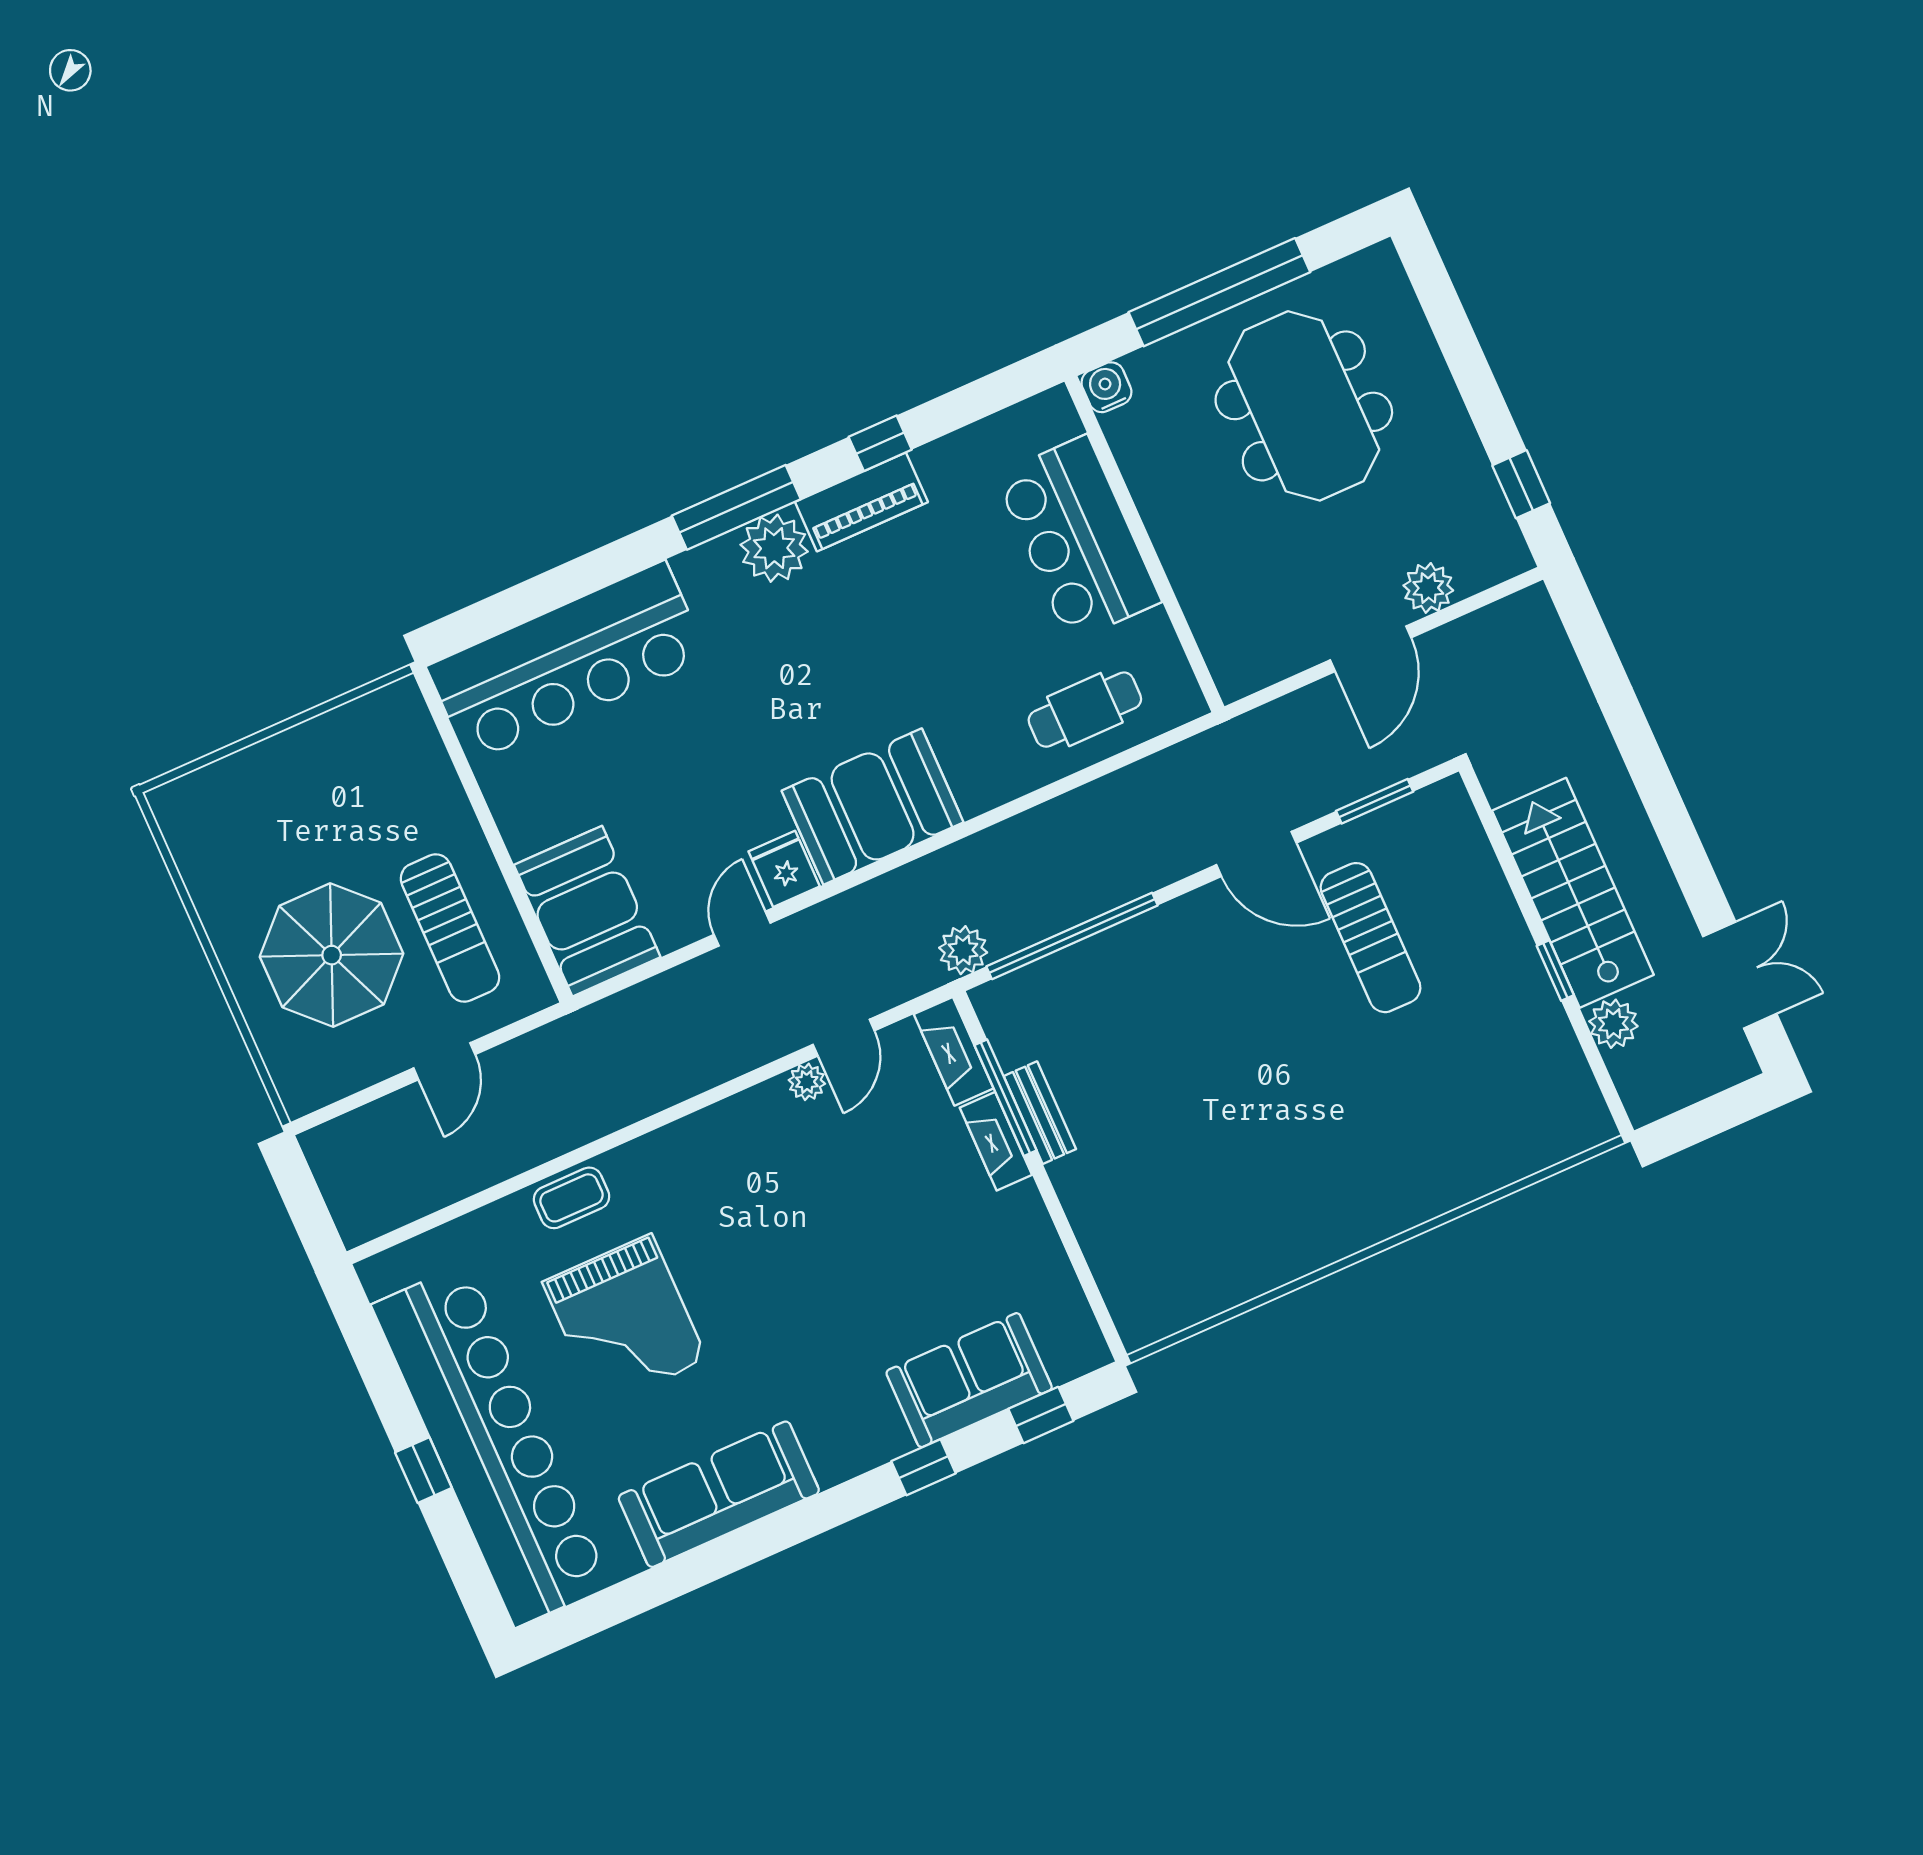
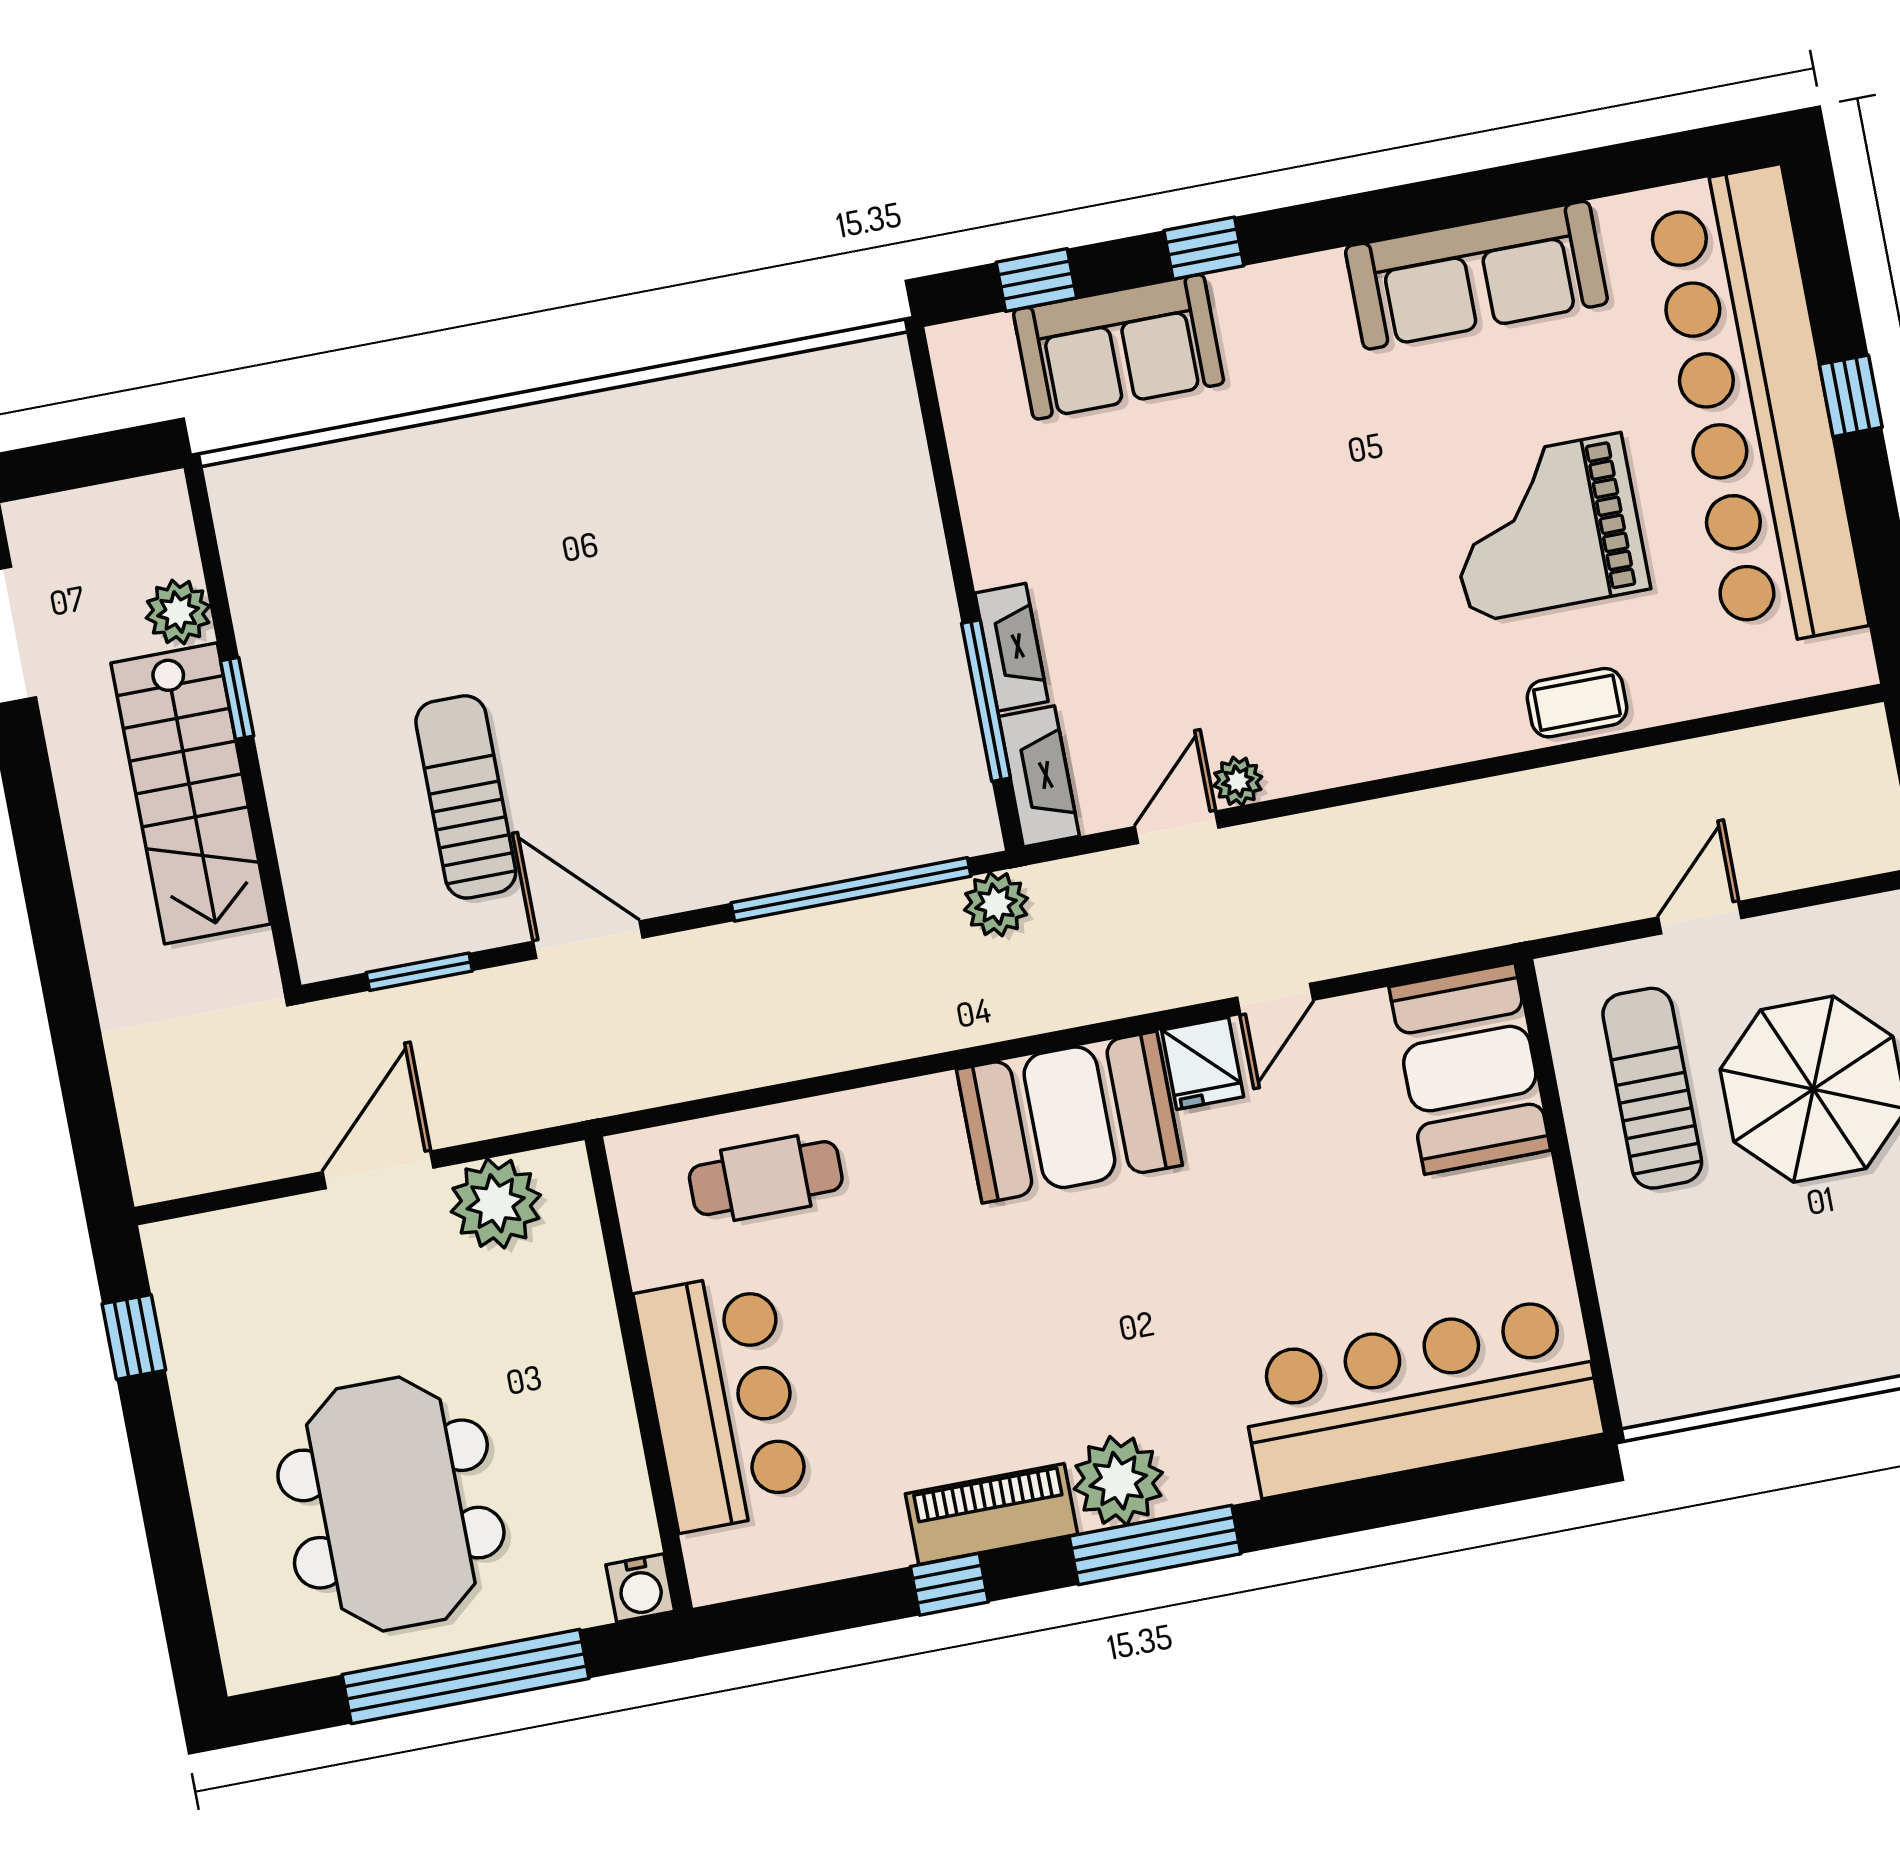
plant: (1428, 588) -> (496, 1203), moved, width x1.36, depth x1.36
bench: (1040, 1113) -> (946, 671), removed
grand piano: (625, 1321) -> (1545, 528), turned -90

